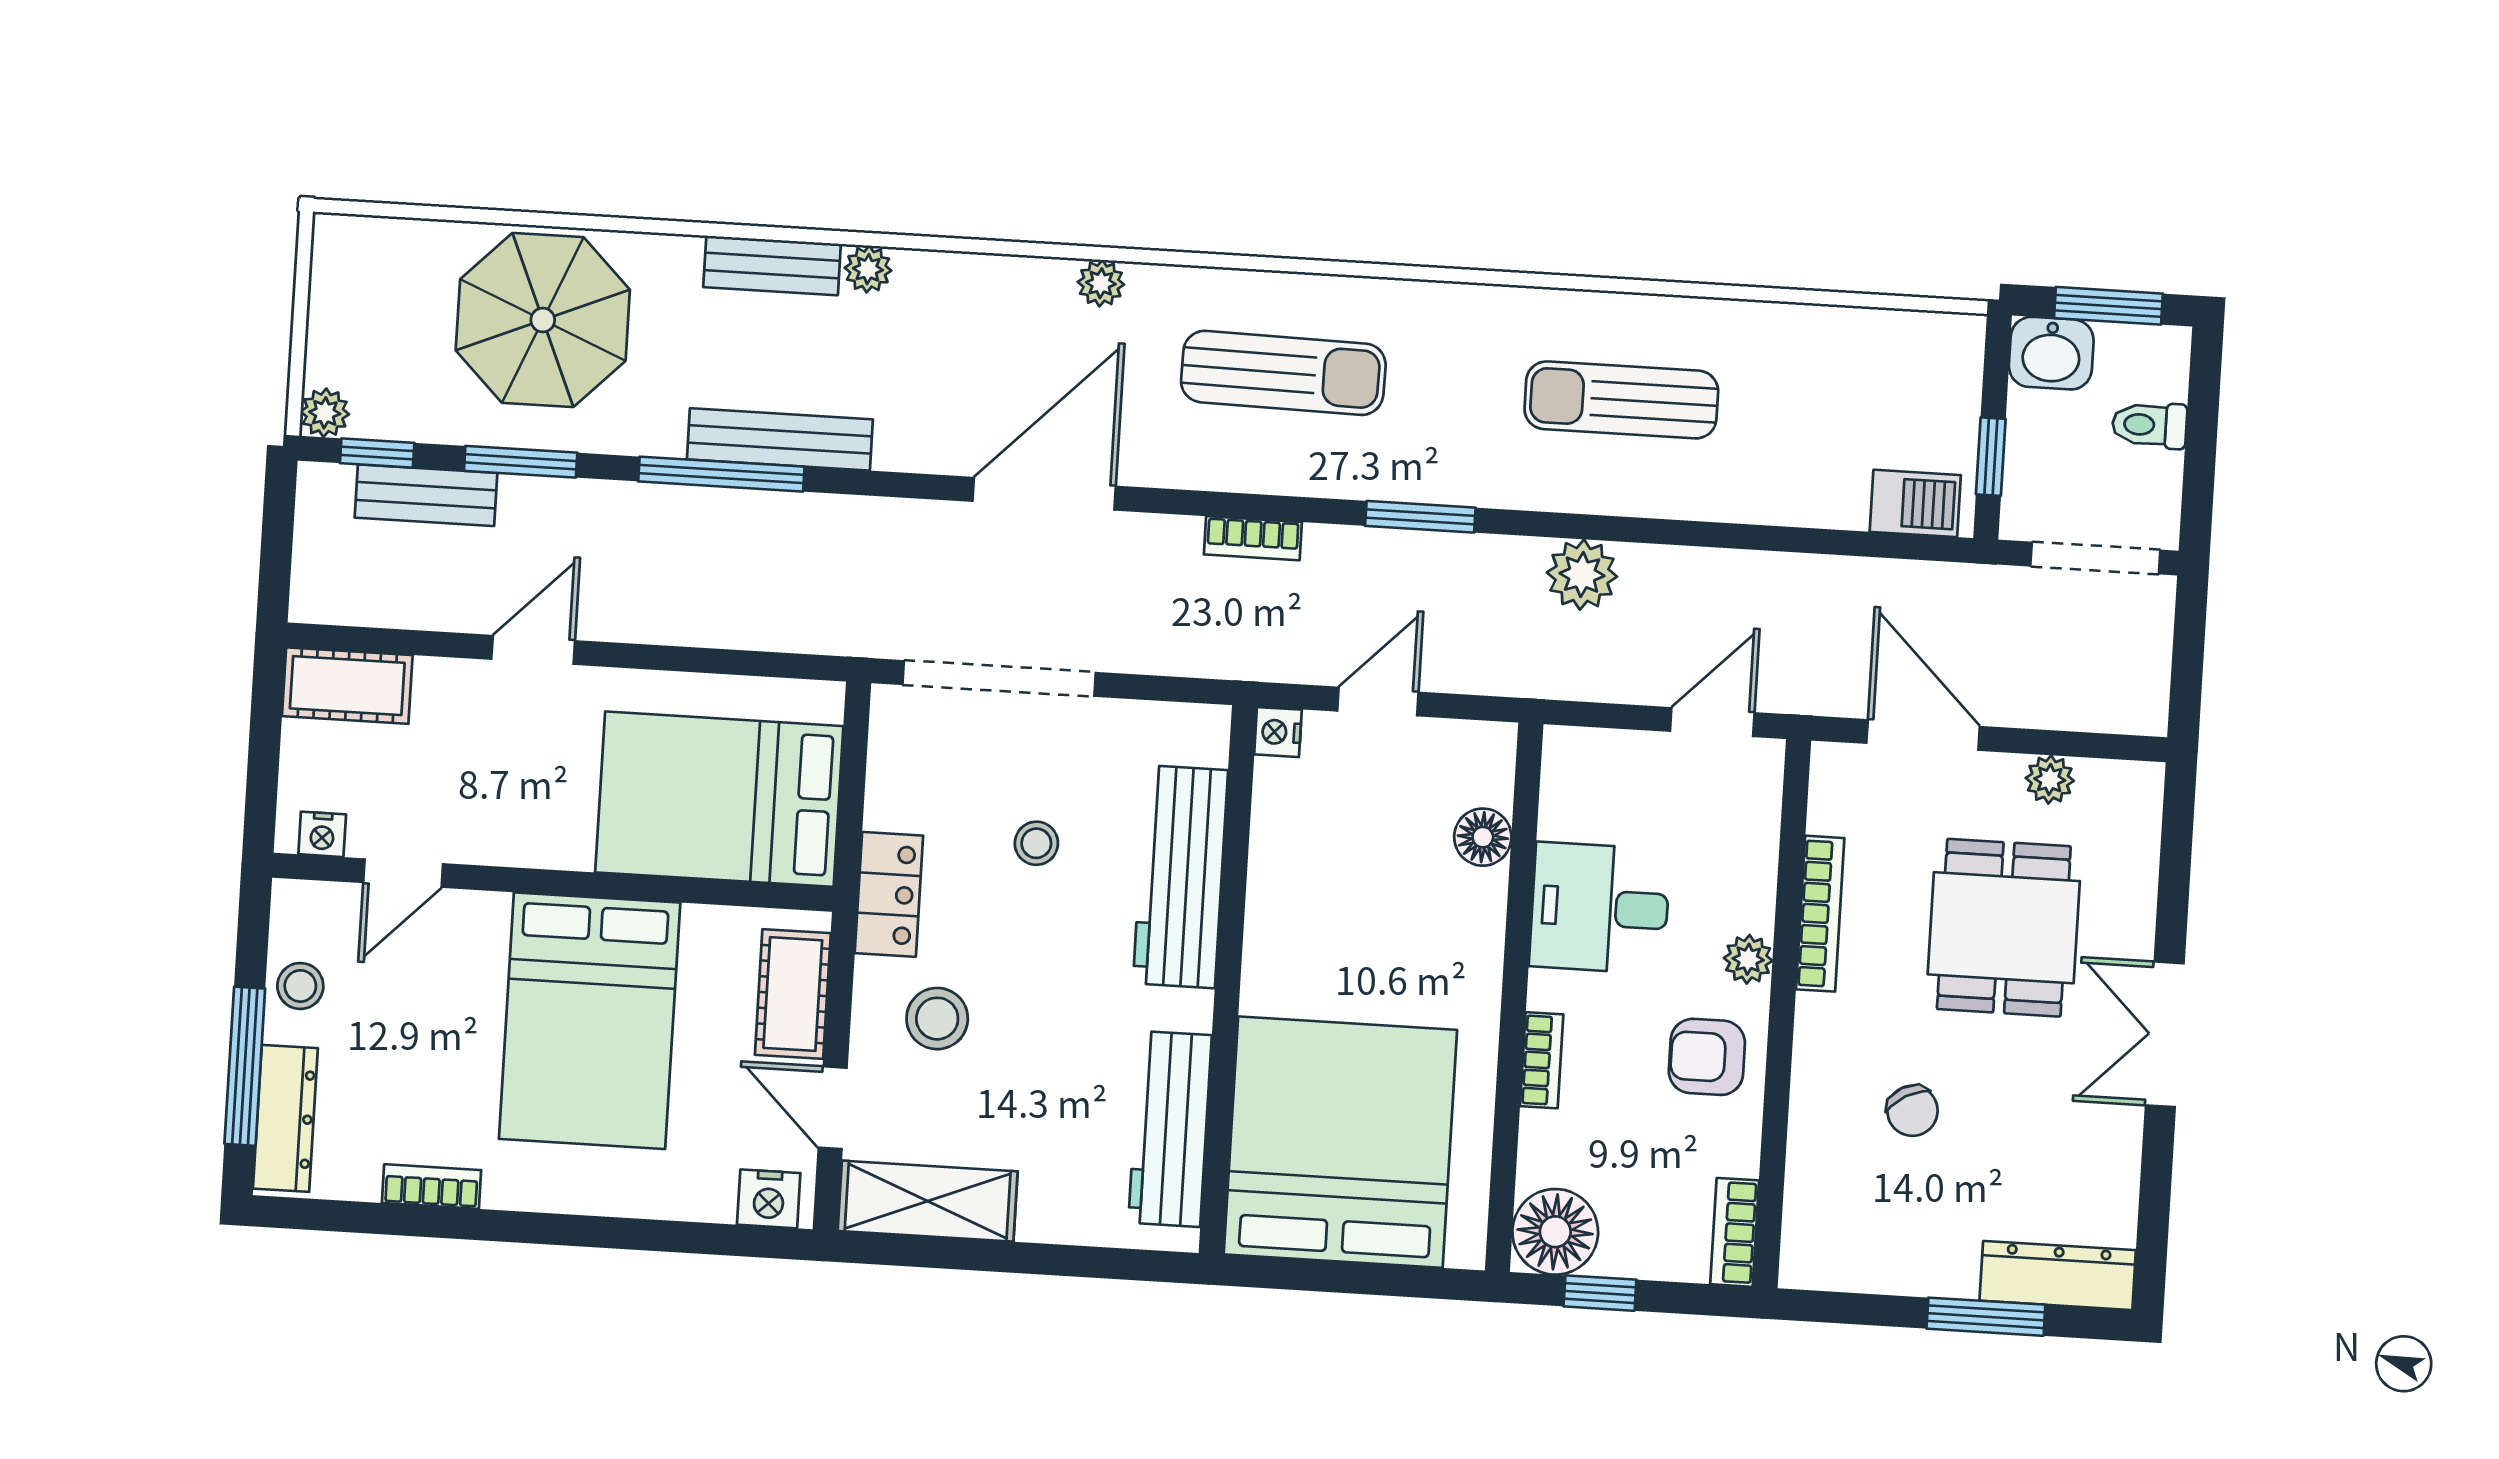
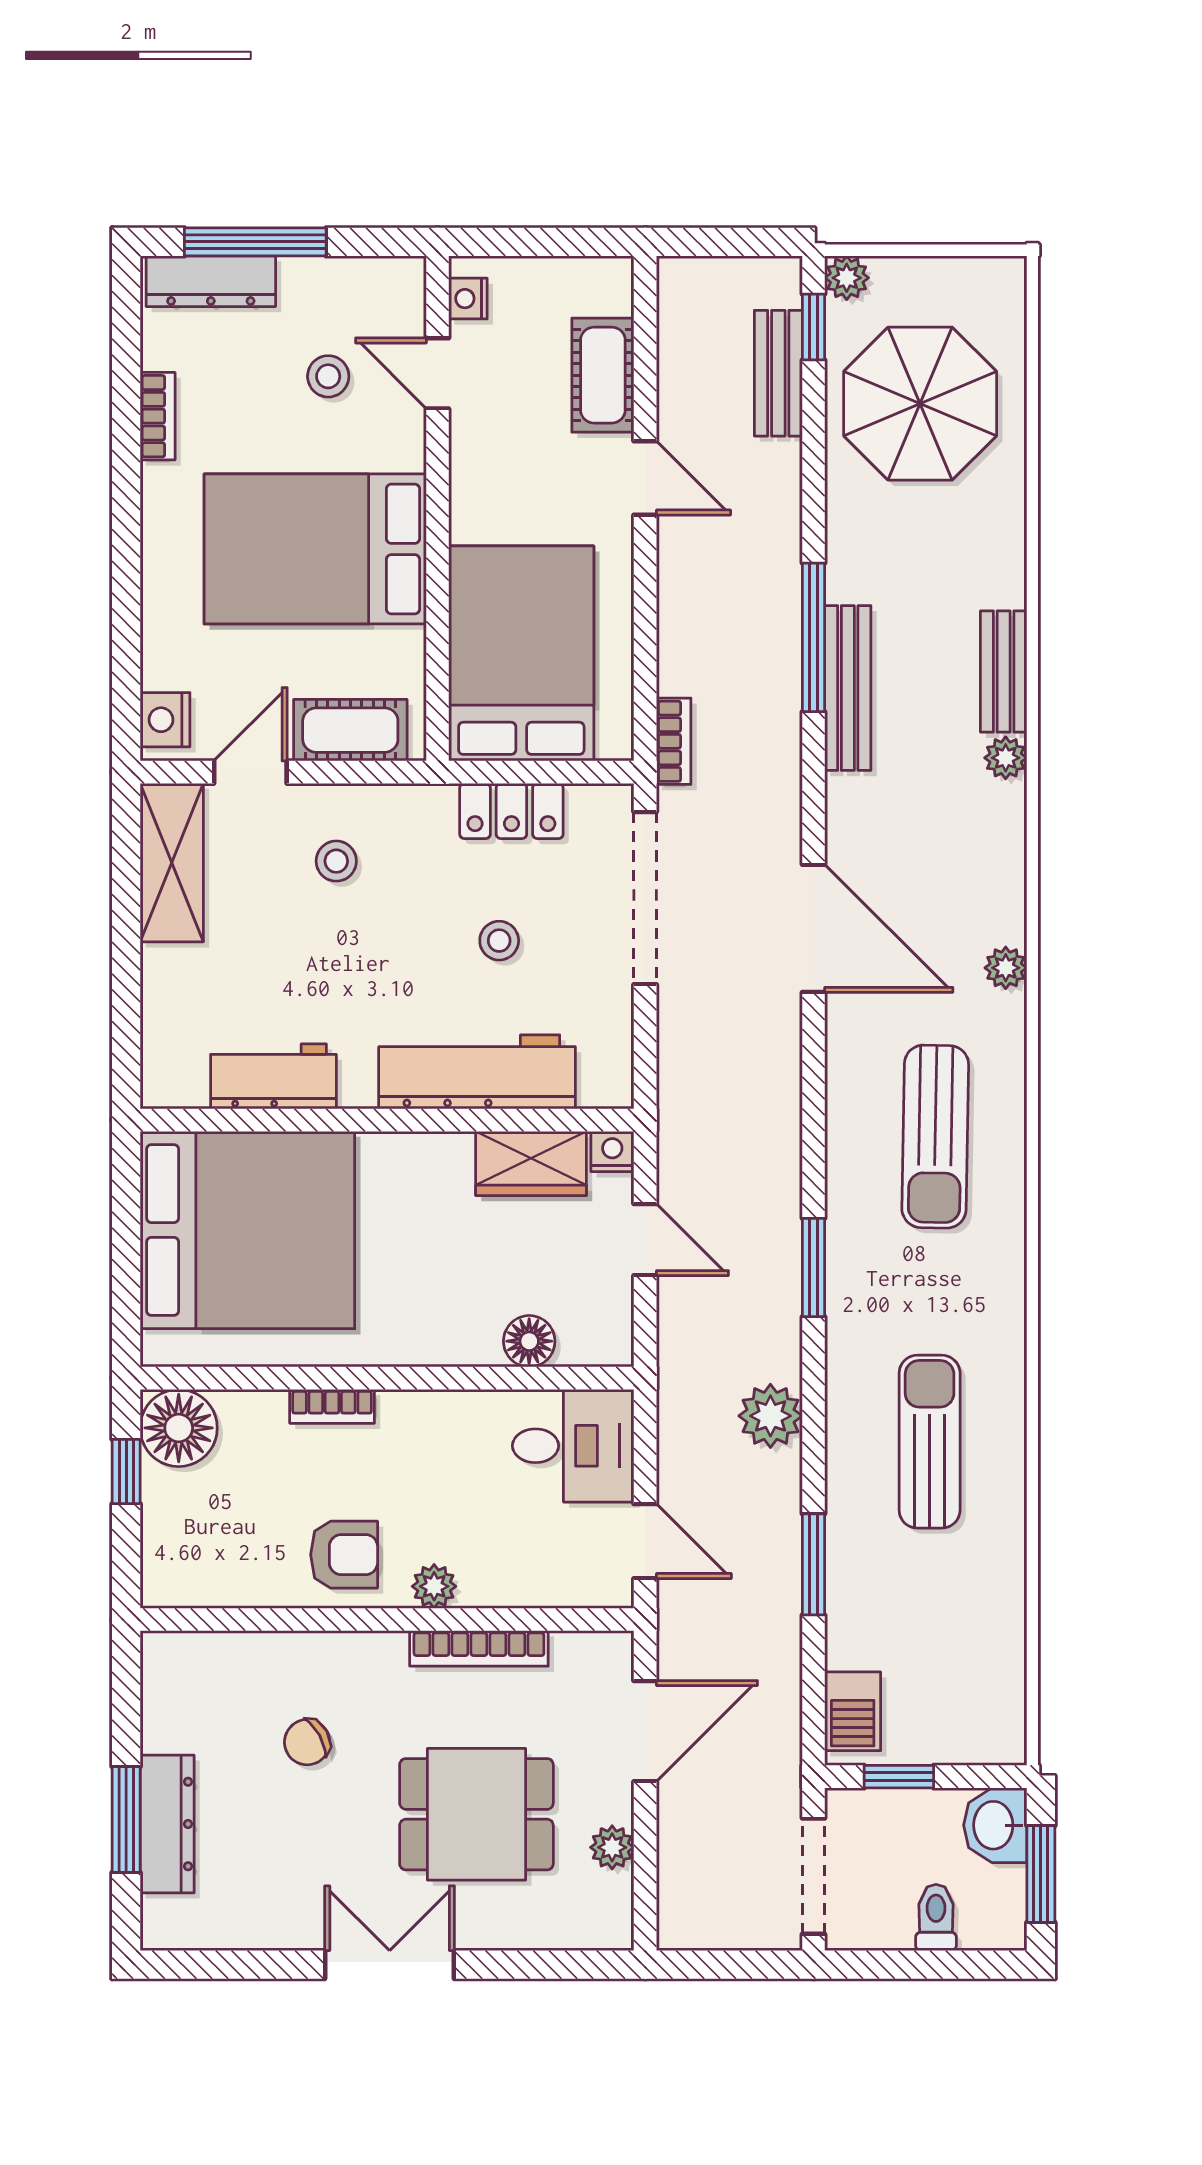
parasol: (543, 320) -> (920, 404), moved
window: (521, 462) -> (814, 1564), moved
bookcase: (1253, 538) -> (674, 741), moved, turned 180
cot: (347, 686) -> (603, 375), moved
wardrobe: (1286, 823) -> (531, 1163), added
locker: (889, 894) -> (511, 811), moved
desk: (1600, 908) -> (573, 1446), moved, turned 90
stool: (300, 986) -> (328, 376), moved
stool: (937, 1019) -> (336, 861), width x0.73, depth x0.73
armchair: (1707, 1057) -> (344, 1555), turned 90
workbench: (1170, 1129) -> (273, 1076), width x0.73
bookcase: (1735, 1232) -> (188, 1589), removed
dresser: (2058, 1275) -> (167, 1824), moved

